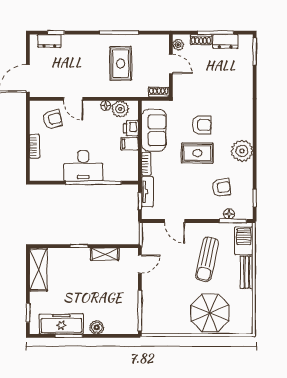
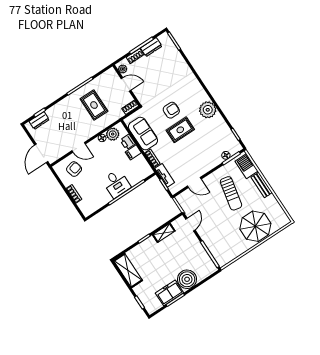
desk: (83, 166) -> (116, 184), width x0.73
armchair: (221, 187) -> (210, 142), removed
freezer: (61, 324) -> (169, 293), width x0.71
boiler: (97, 327) -> (187, 279), width x1.86, depth x1.86

